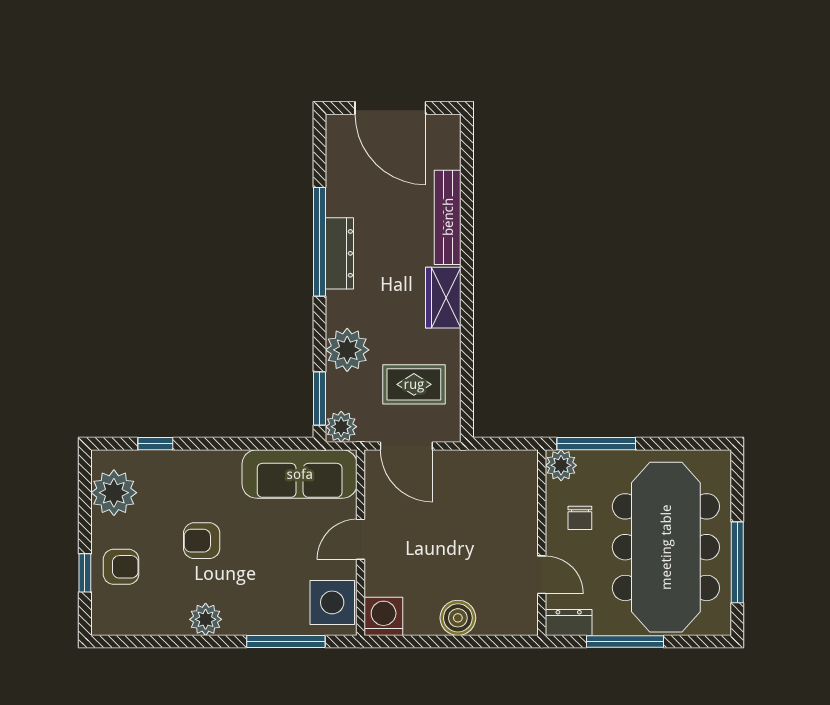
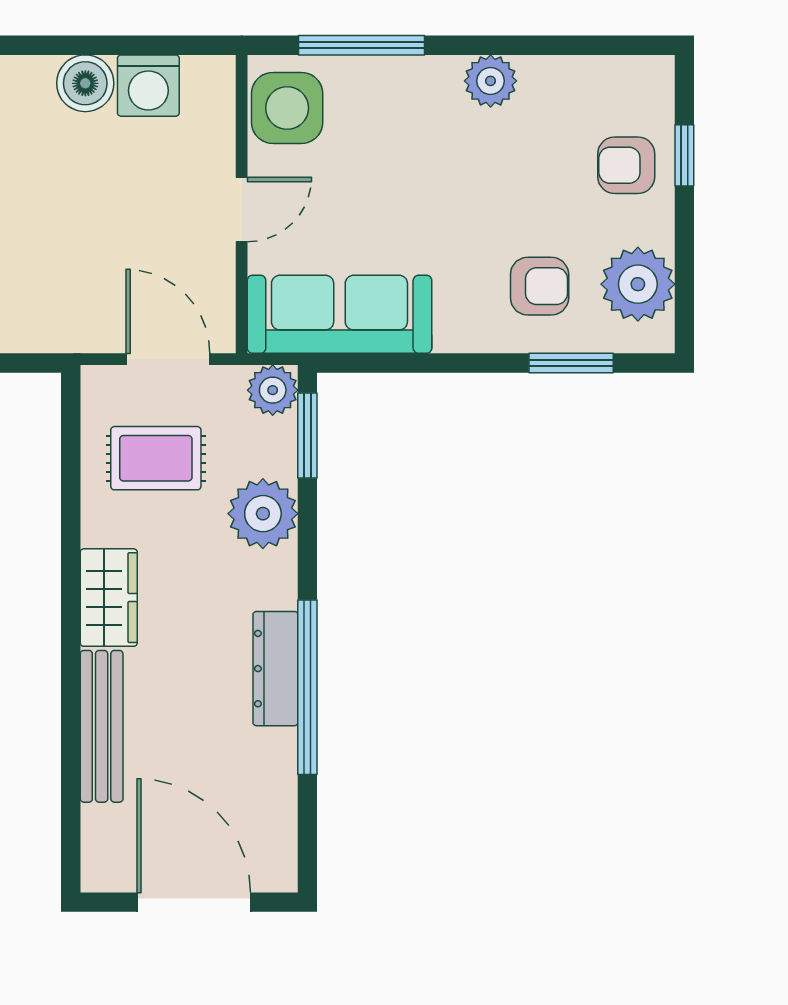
window: (155, 444) -> (571, 363), width x1.50
armchair: (202, 541) -> (540, 286), moved
washing machine: (384, 616) -> (148, 86), moved

